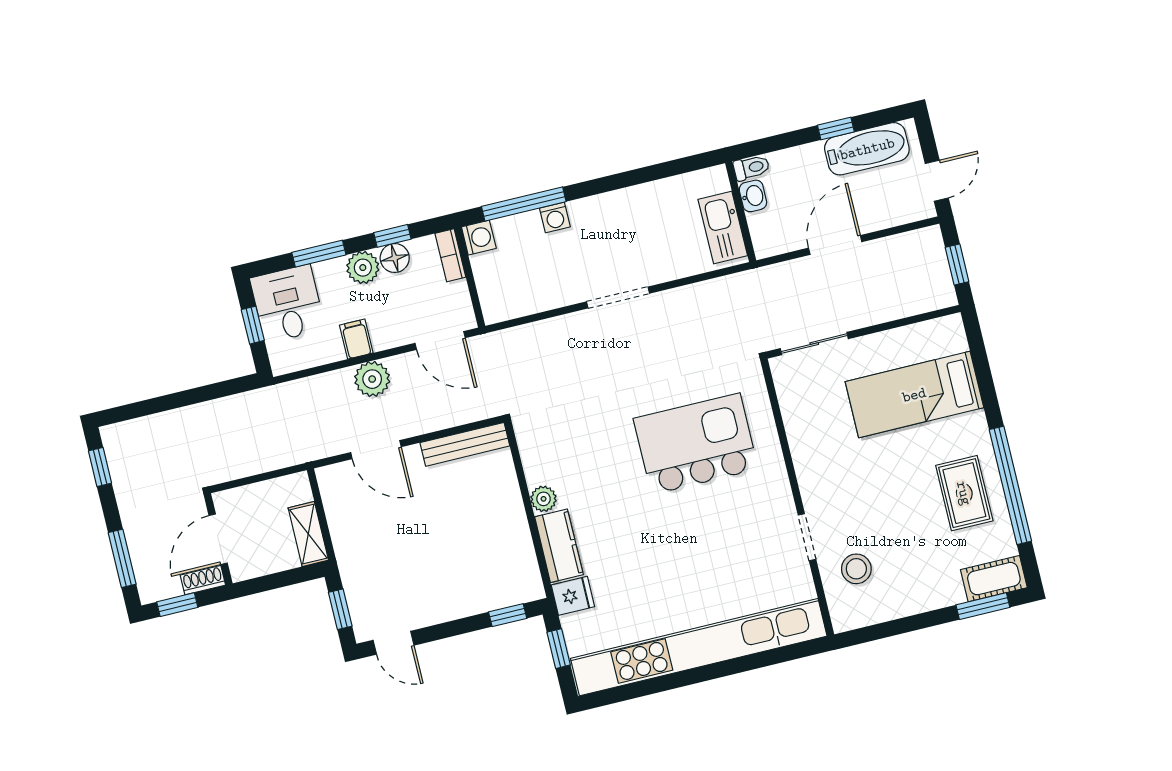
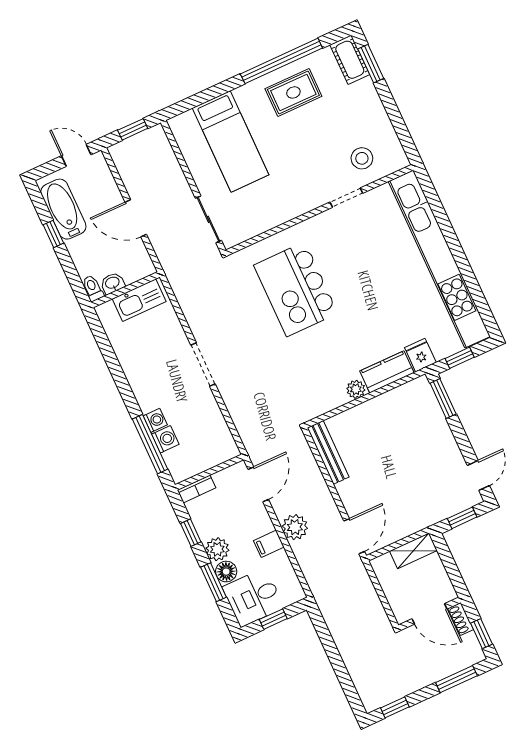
washing machine: (479, 238) -> (165, 439), moved, turned 90
floor lamp: (395, 258) -> (226, 572), moved
door: (376, 450) -> (354, 536), moved
window: (508, 615) -> (443, 399), width x1.50

